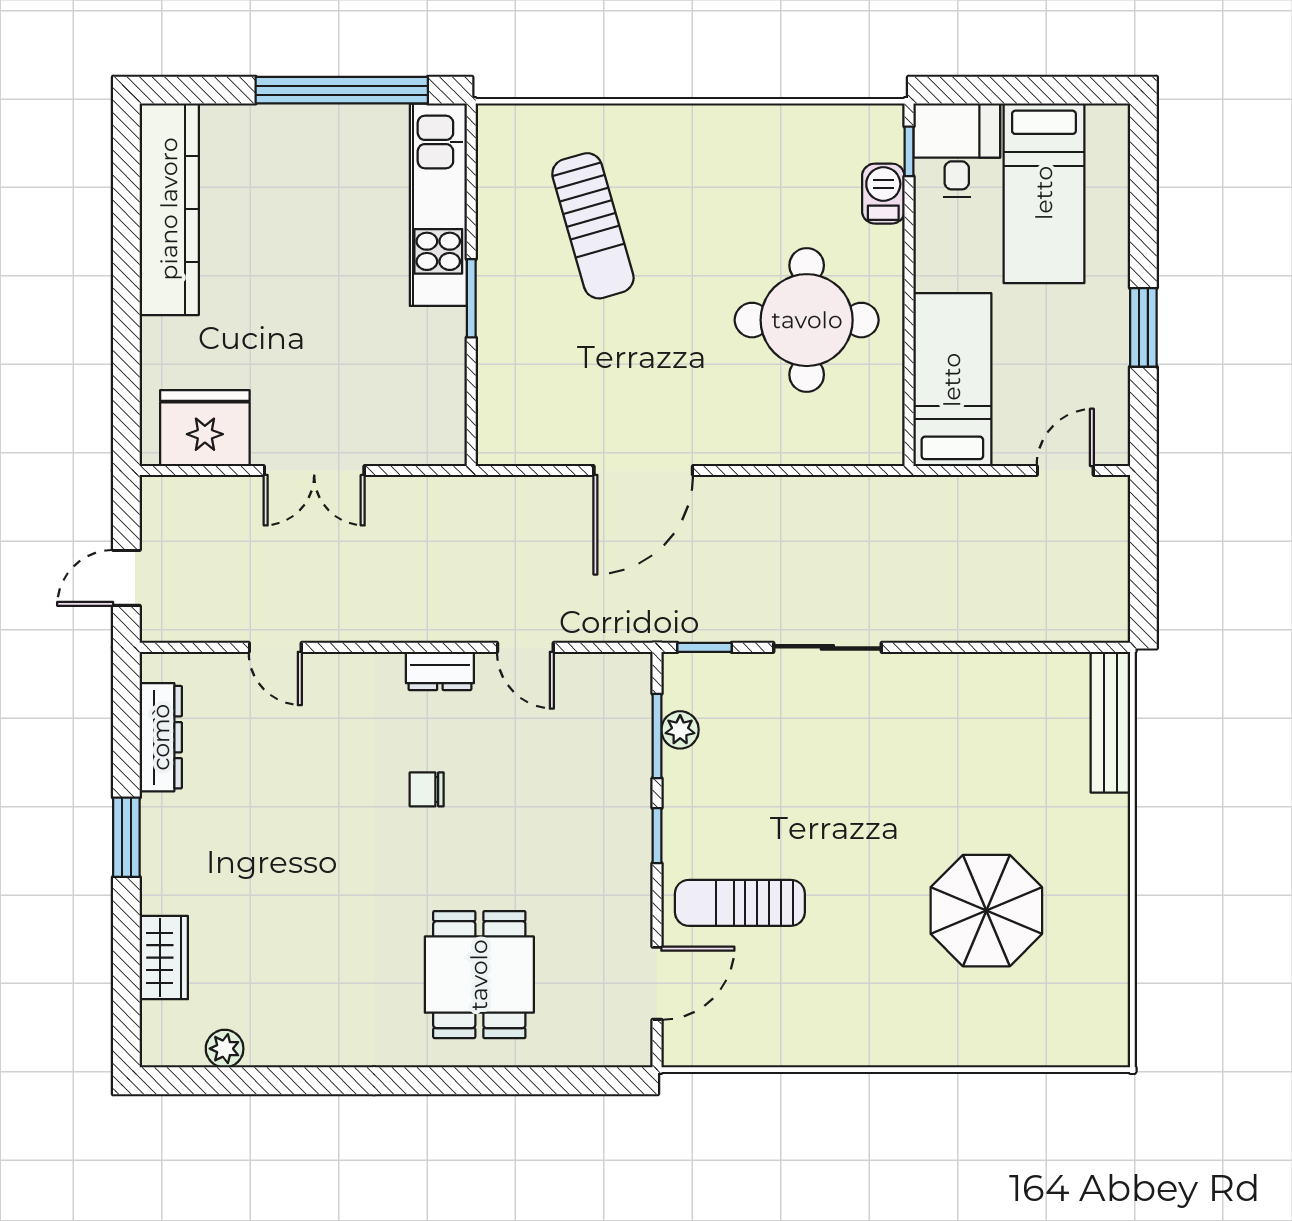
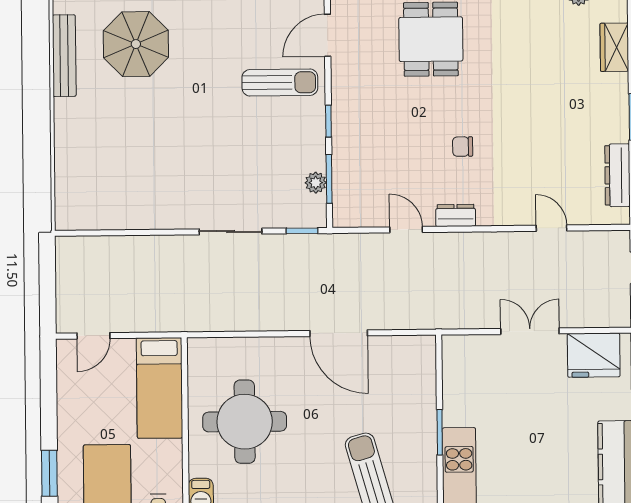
window: (1143, 327) -> (49, 473), moved
door: (643, 471) -> (339, 333), swing flipped
bench: (1110, 722) -> (64, 56), moved
chair: (427, 789) -> (463, 147), turned 180
parasol: (986, 911) -> (136, 44), moved

